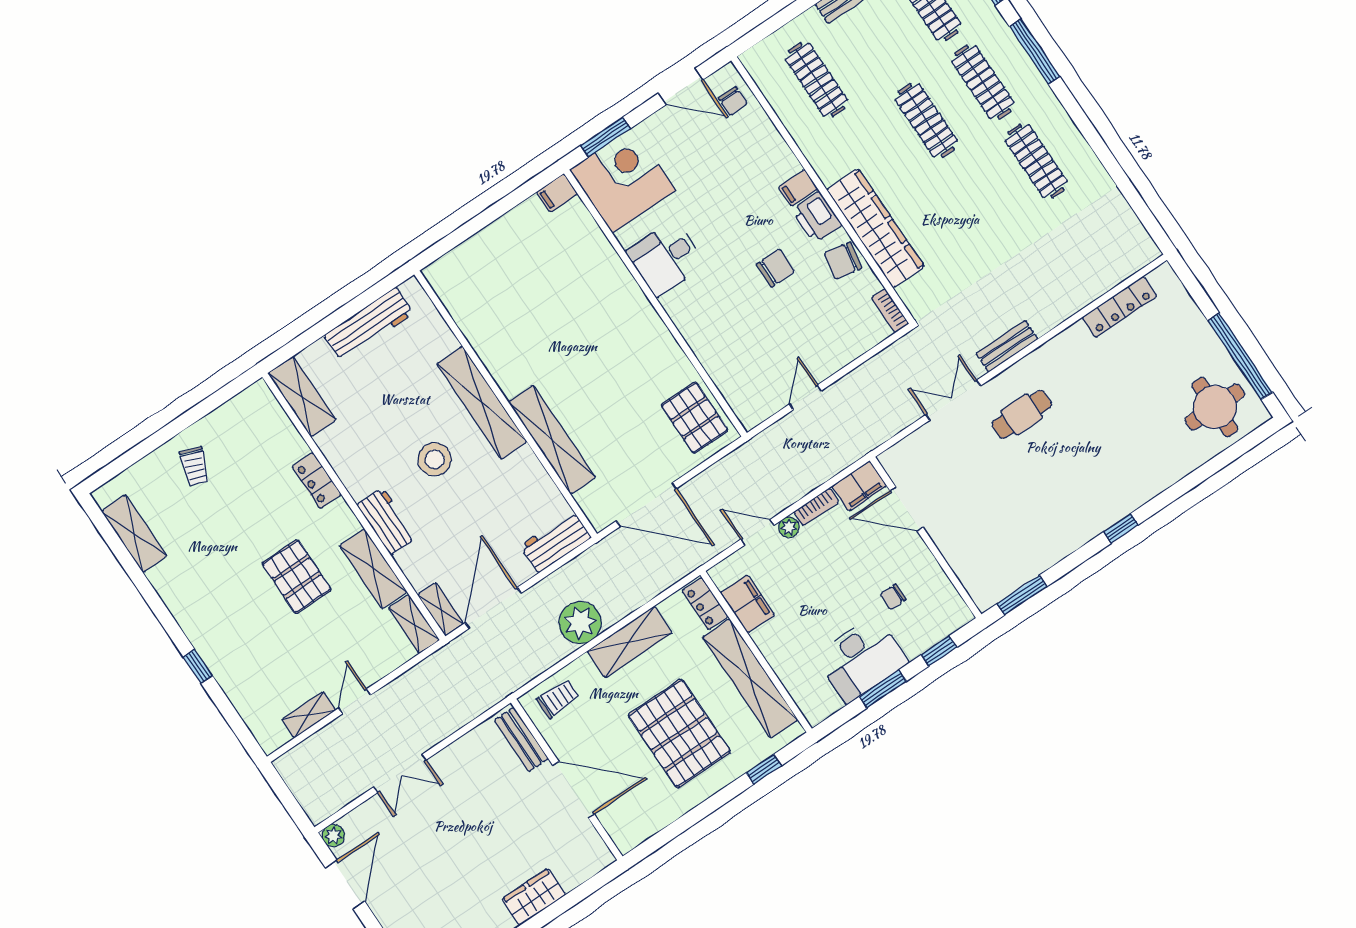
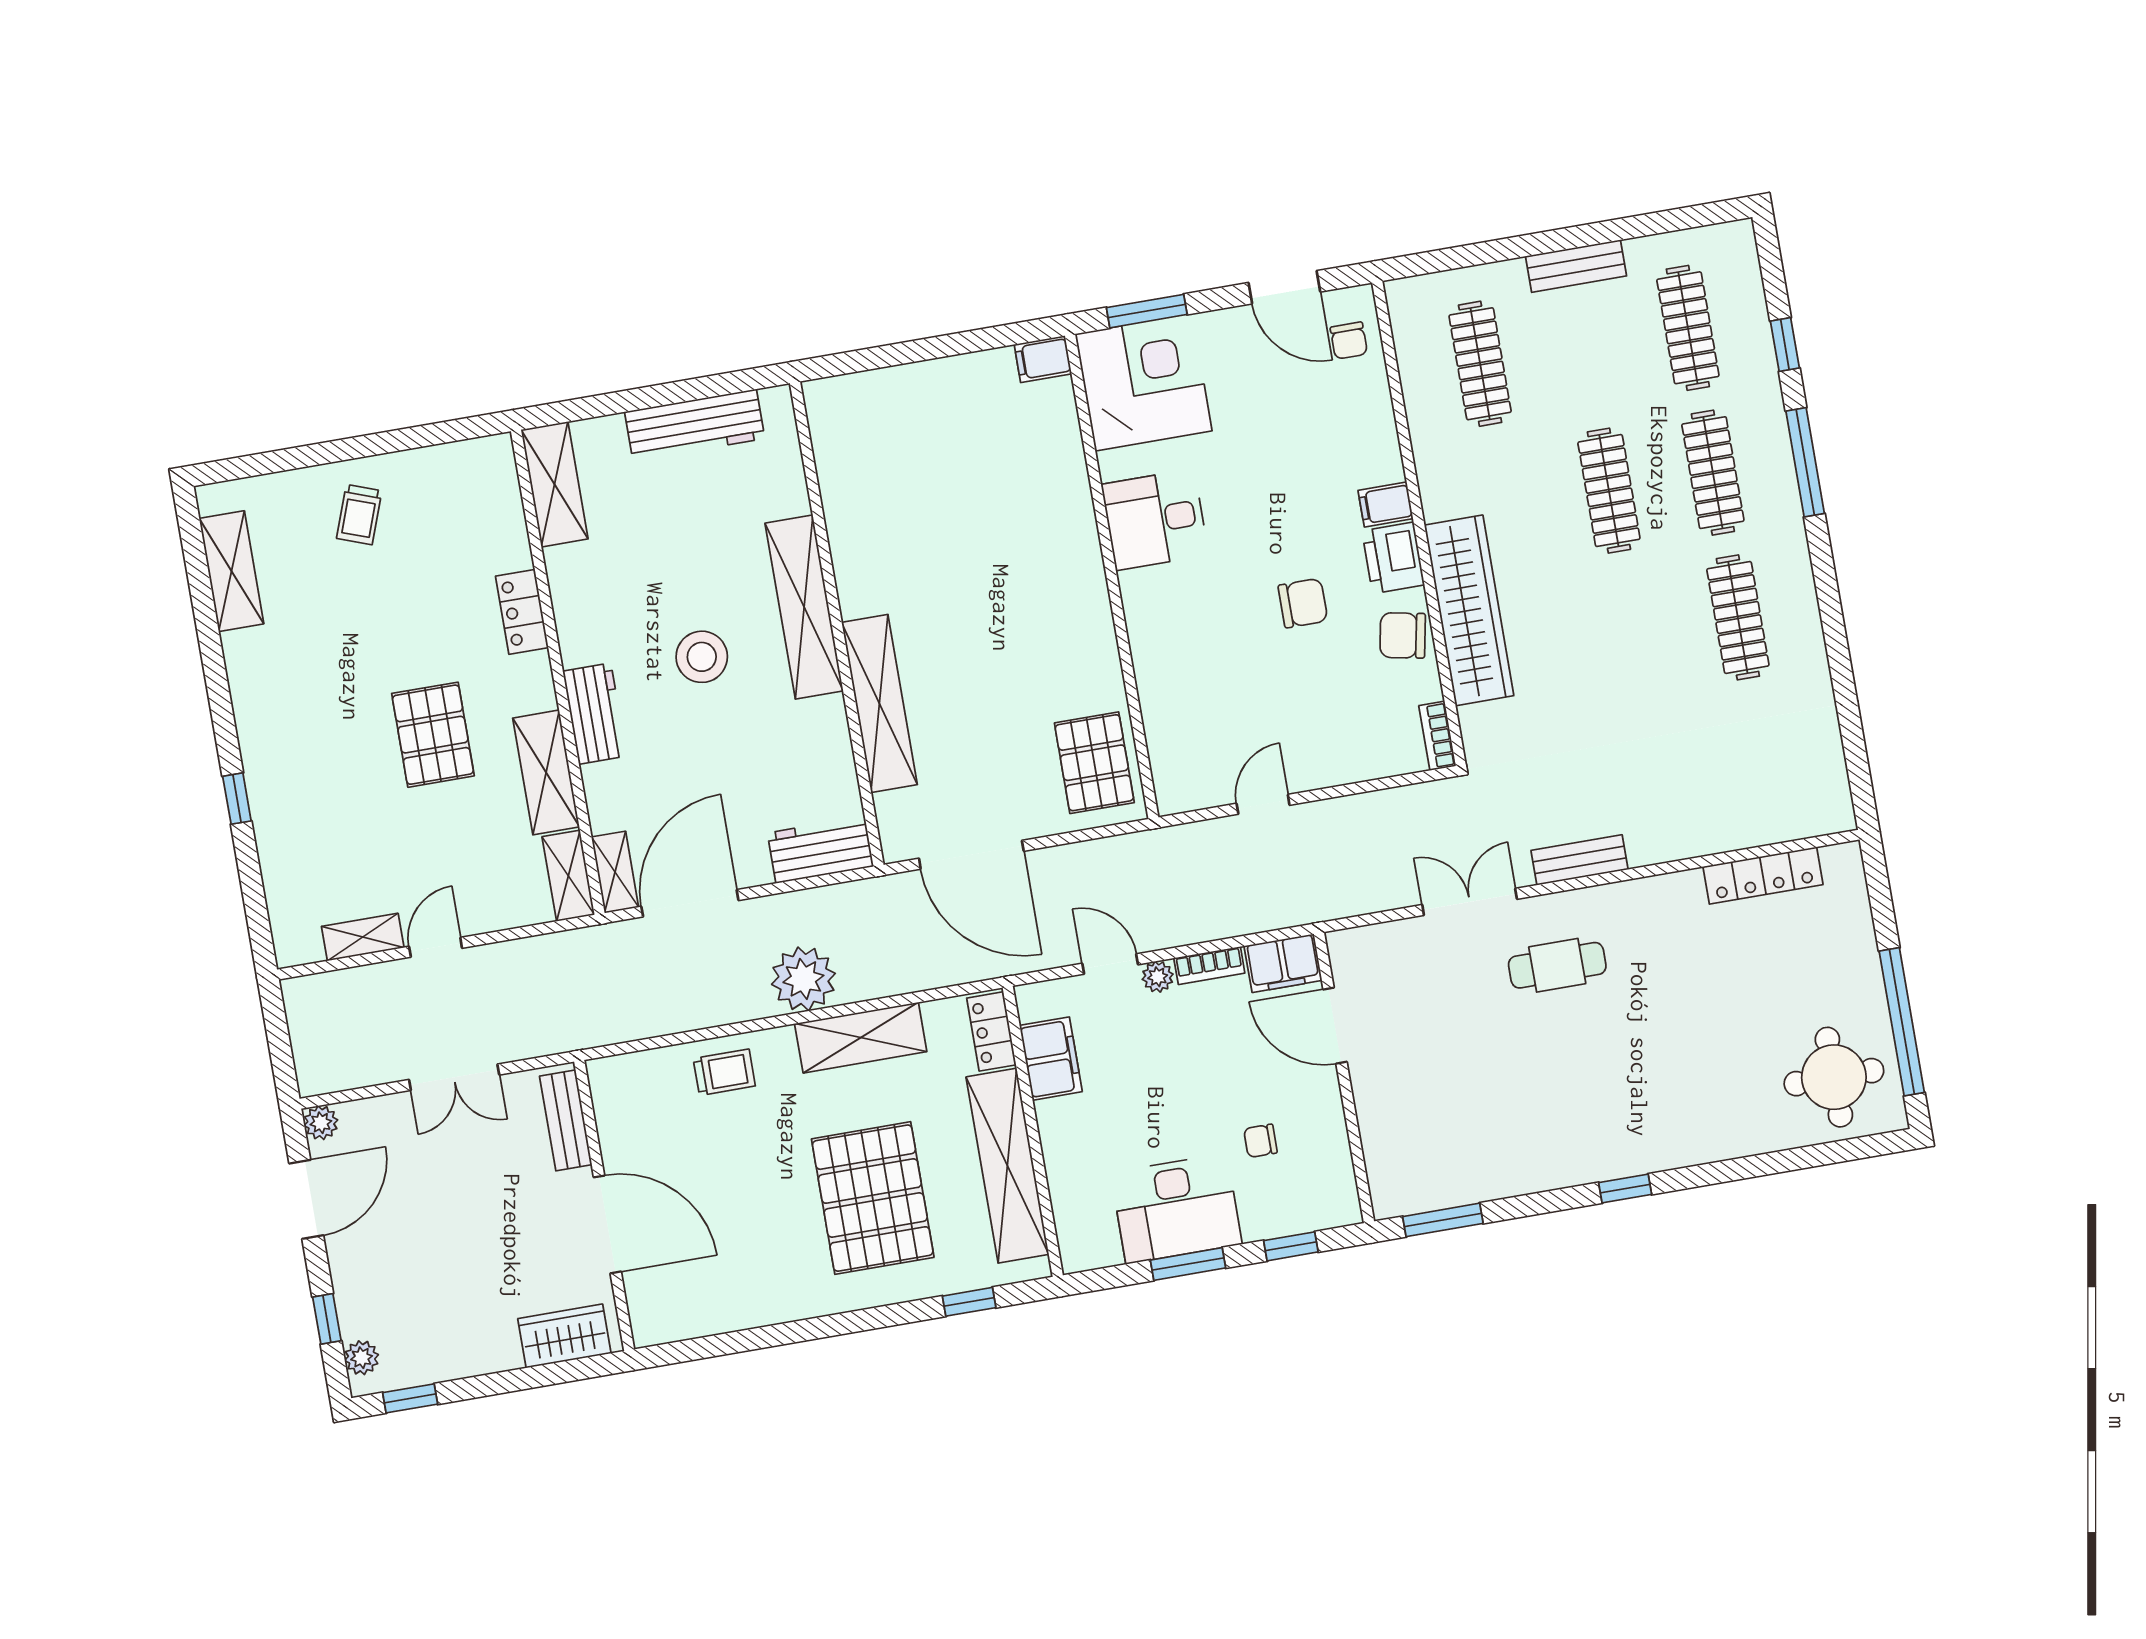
bench: (521, 739) -> (566, 1120), moved
wall: (567, 779) -> (604, 1205), moved
door: (574, 790) -> (607, 1224), moved

